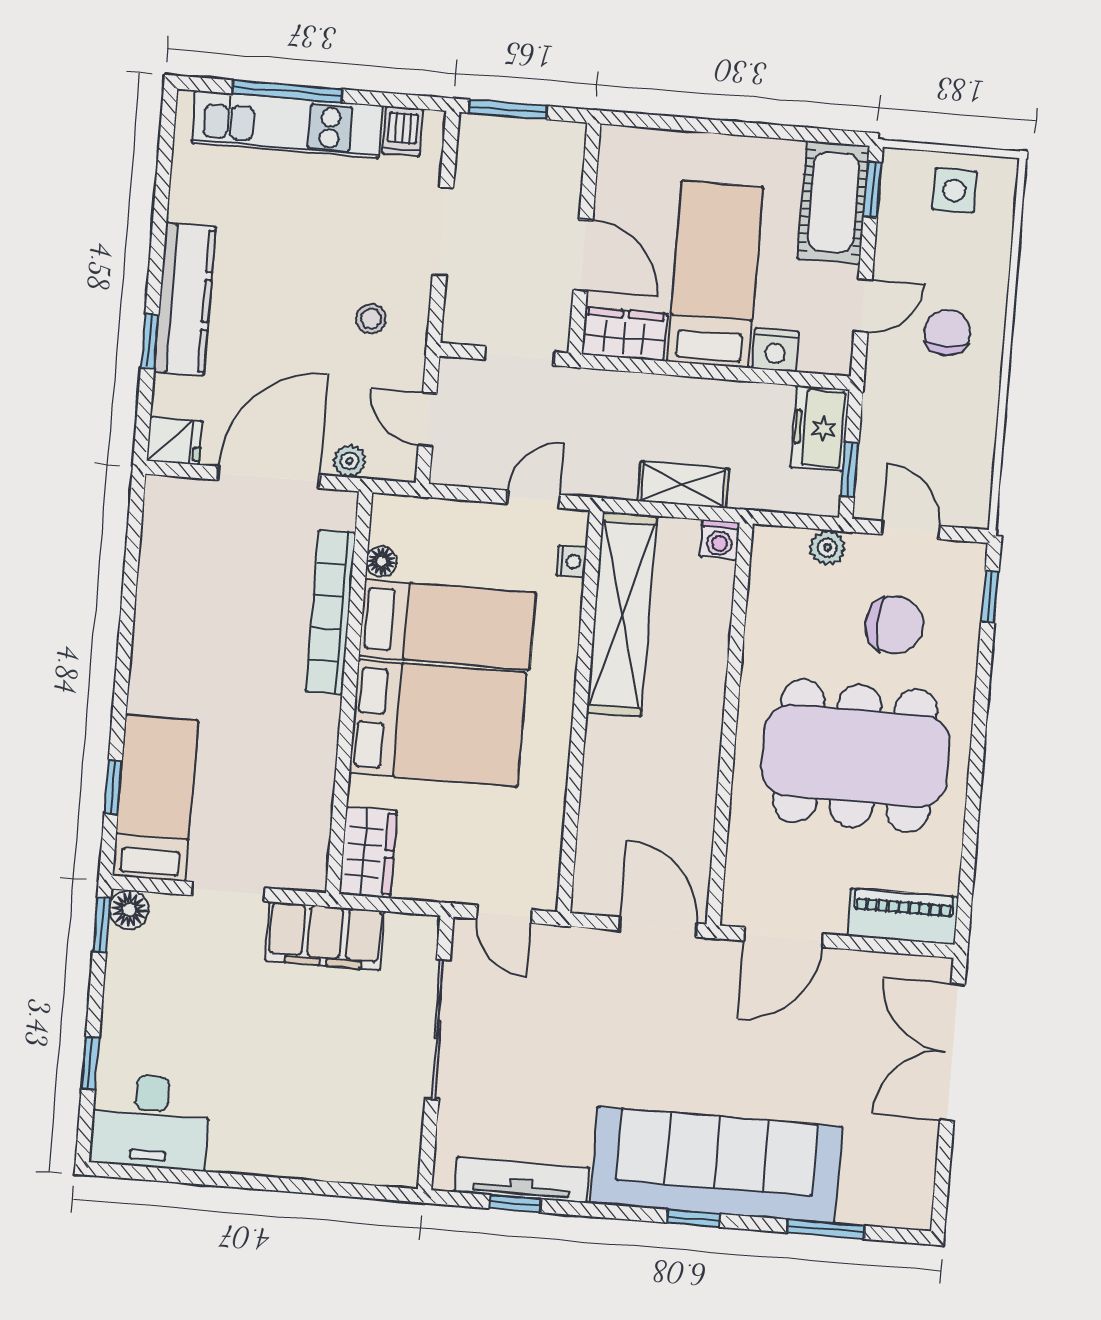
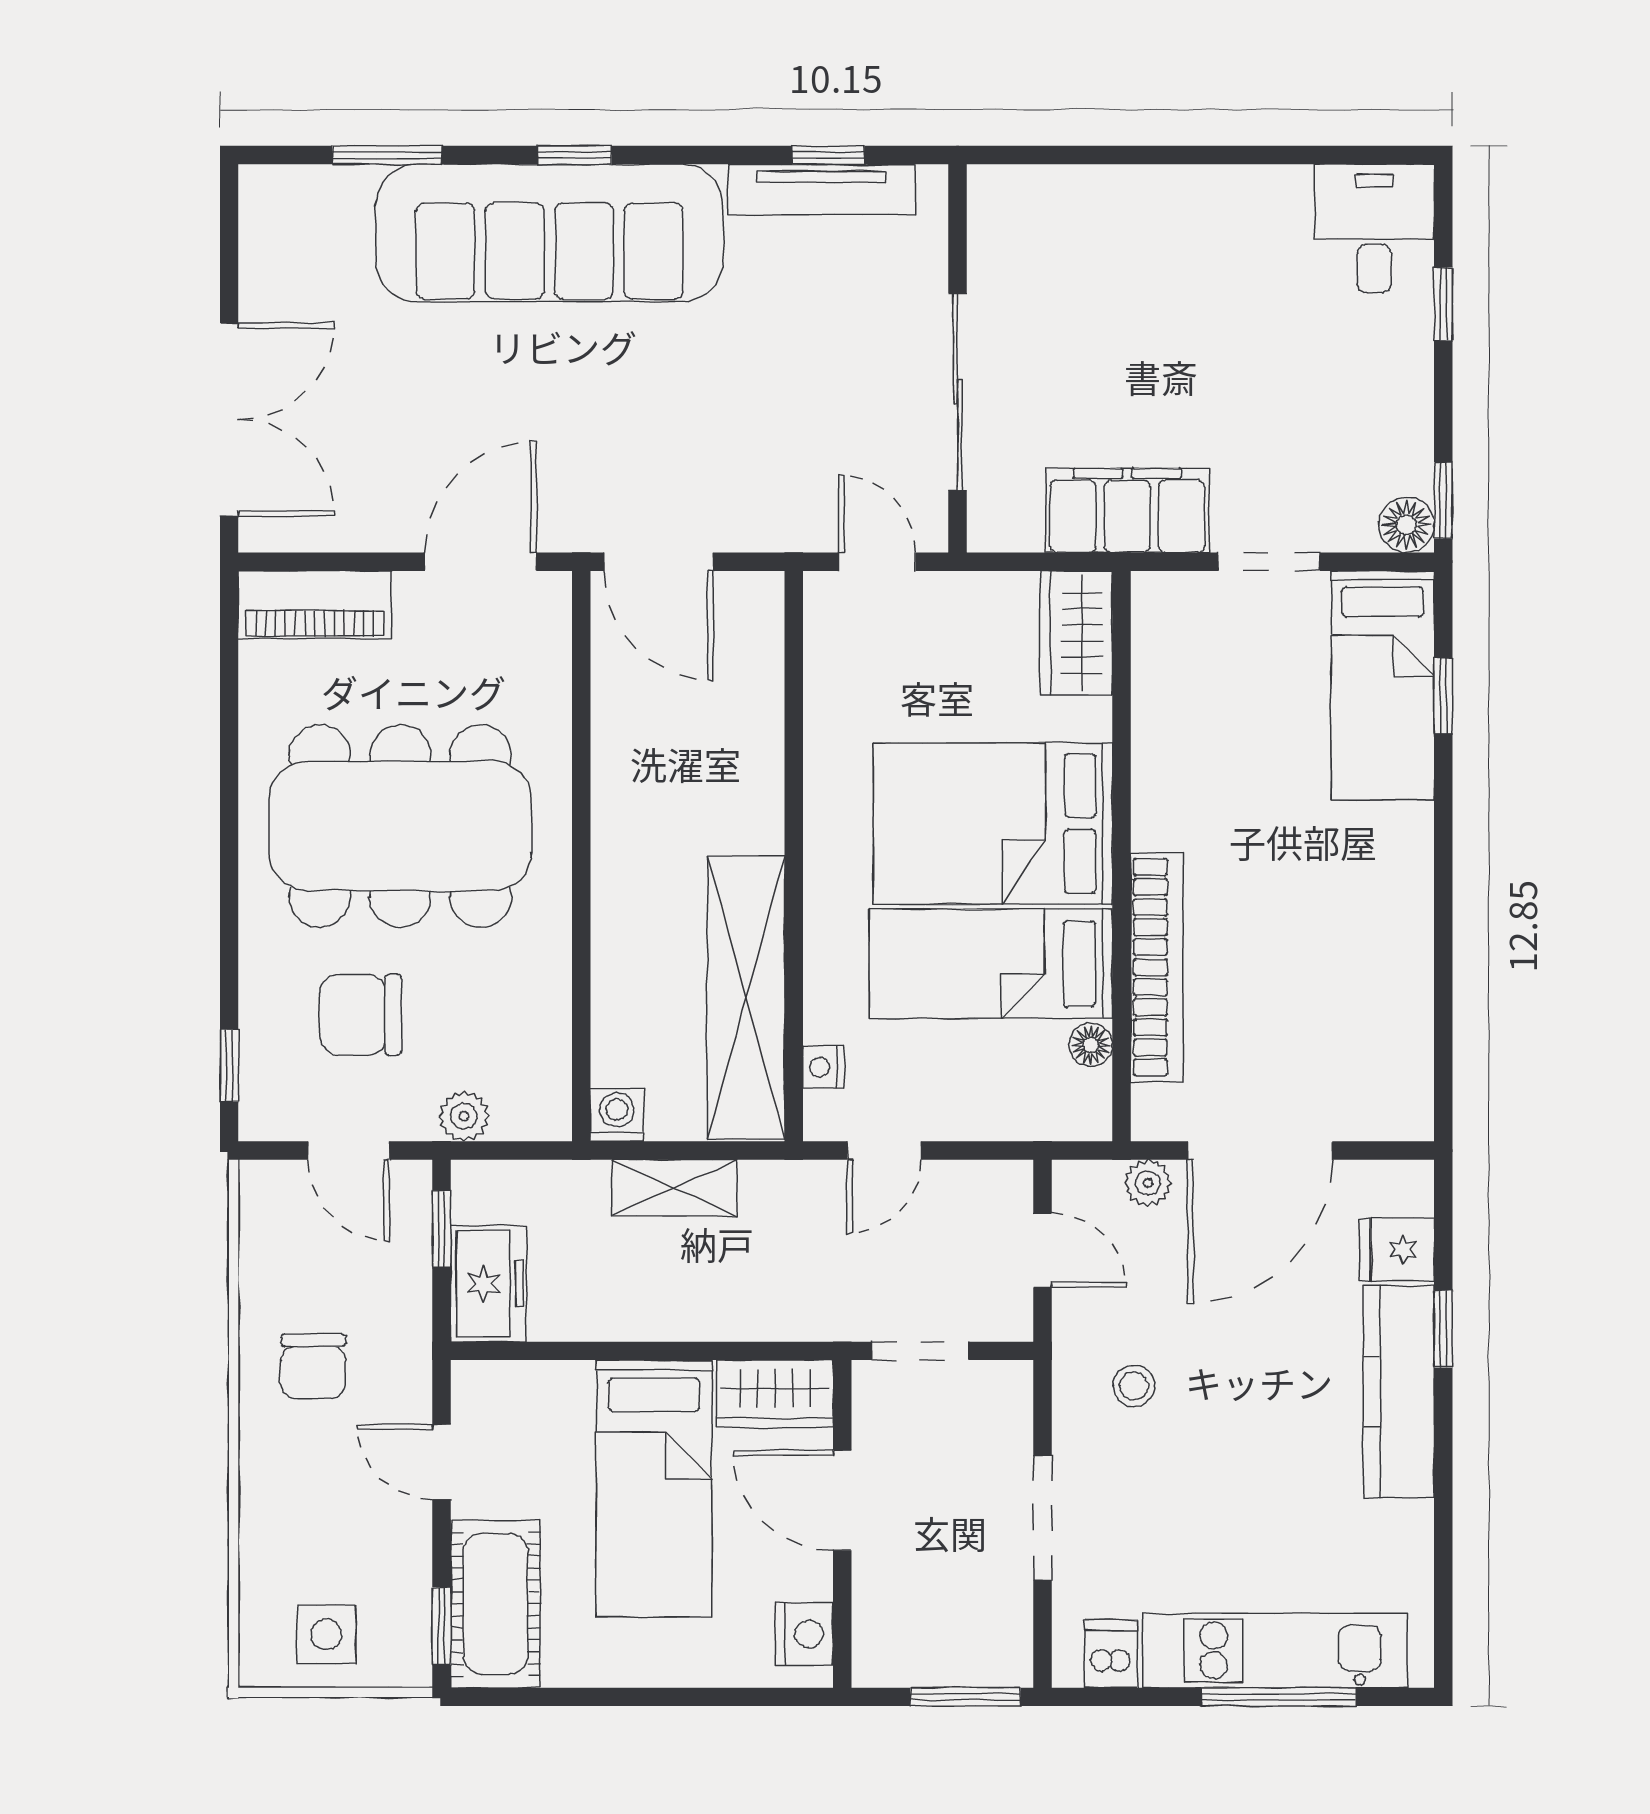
door: (863, 305) -> (442, 1462), hinge flipped
chair: (947, 333) -> (313, 1366), moved
nightstand: (775, 350) -> (804, 1634), moved, turned 90
fridge: (175, 441) -> (1397, 1250), moved
desk: (150, 1121) -> (1374, 229), width x0.73

